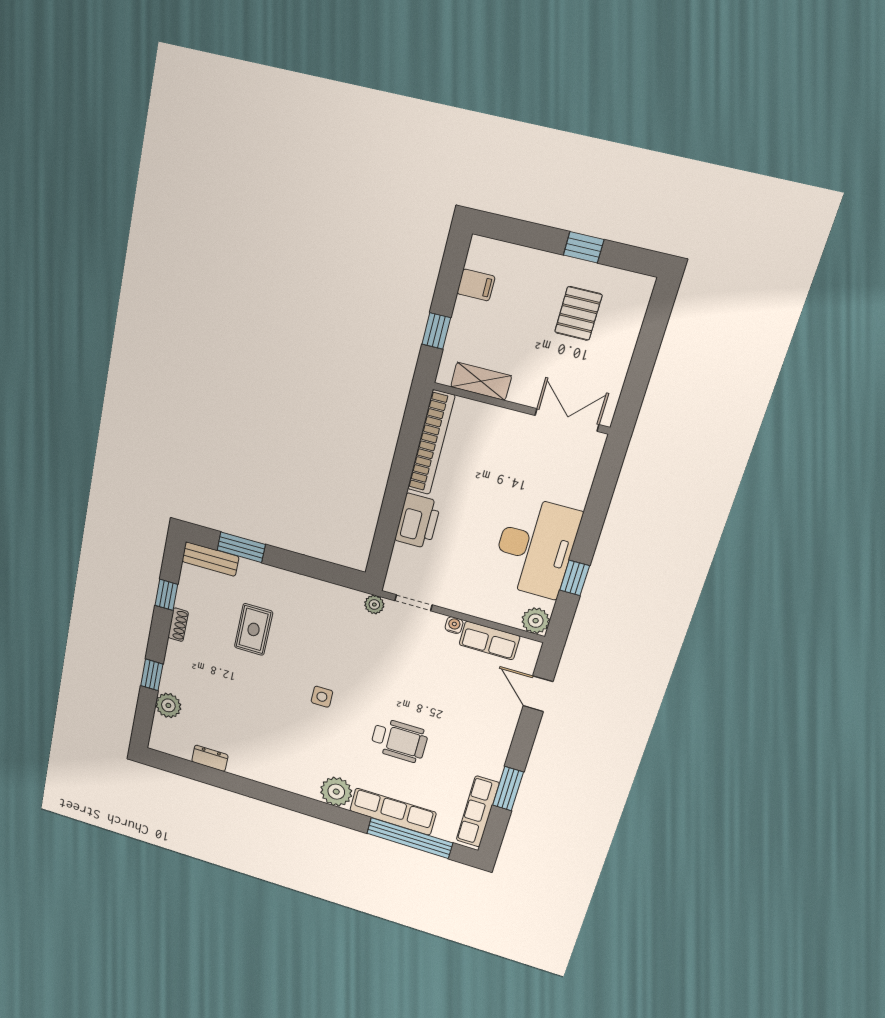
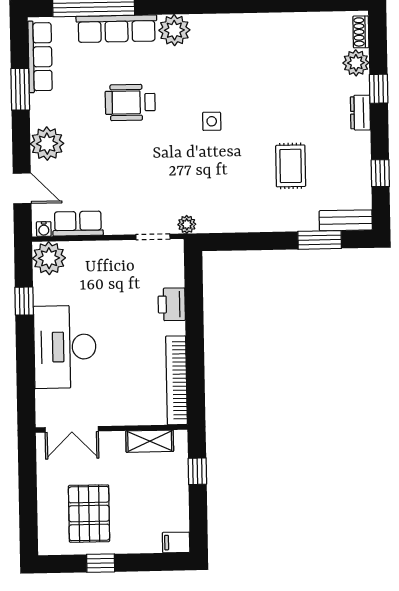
filing cabinet: (476, 285) -> (176, 542), moved
pallet: (578, 313) -> (89, 514), width x1.50, depth x1.42
printer: (418, 521) -> (172, 304), width x0.73, depth x0.84
desk: (535, 547) -> (65, 347), moved
plant: (536, 621) -> (49, 258), width x1.36, depth x1.36
shoe rack: (178, 625) -> (361, 32), moved
water cooler: (454, 625) -> (44, 229), moved
plant: (497, 729) -> (47, 144), added
dresser: (210, 758) -> (360, 113), moved, turned 90

